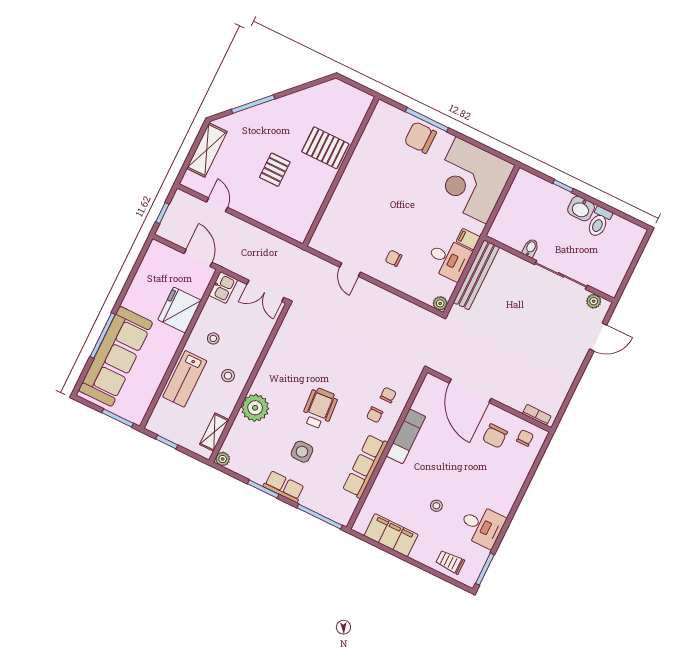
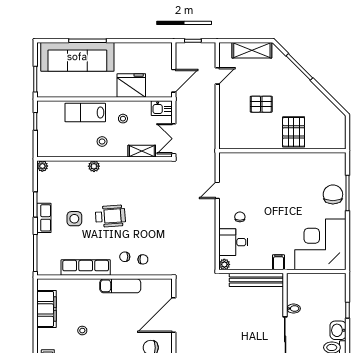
desk: (449, 259) -> (233, 242), moved, turned 90
plant: (255, 408) -> (94, 166), width x0.53, depth x0.53
shelving: (214, 432) -> (142, 151), moved

